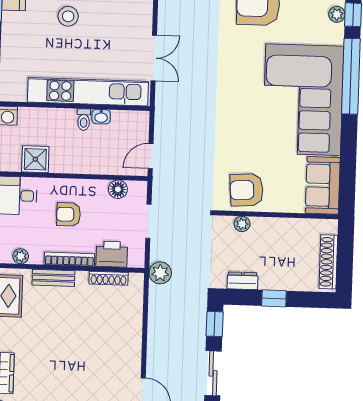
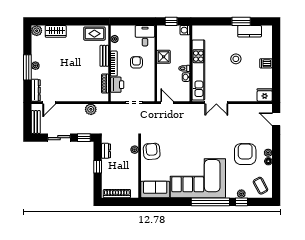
shower: (35, 159) -> (164, 57), moved
floor lamp: (118, 189) -> (150, 87), removed
plant: (160, 273) -> (91, 109), moved

